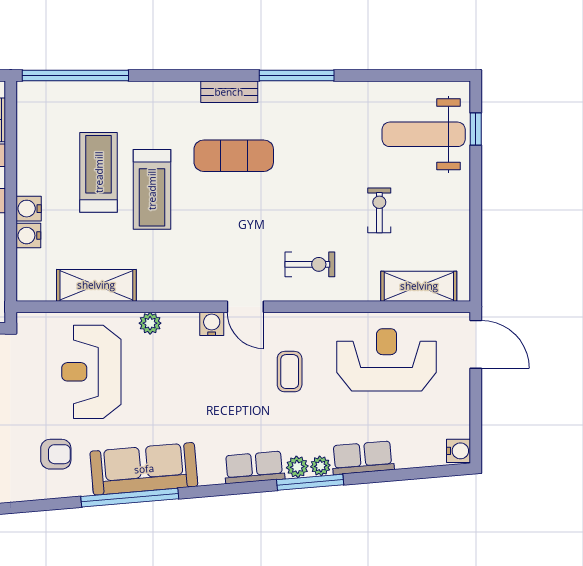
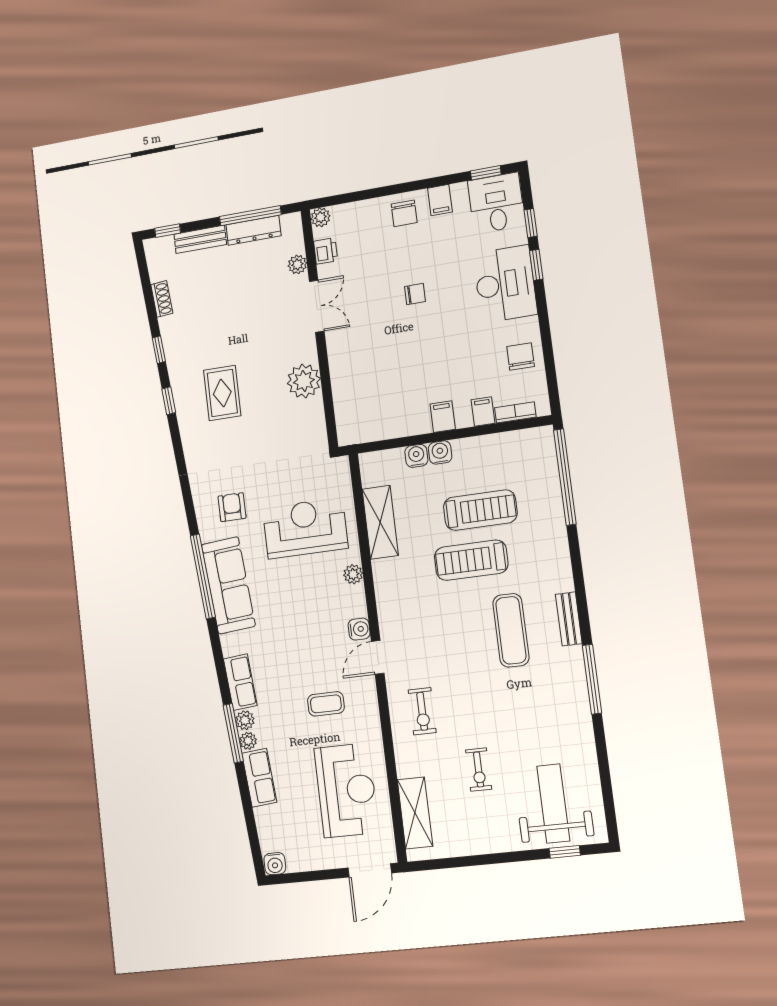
exercise bike: (379, 210) -> (479, 769), turned 90
armchair: (56, 454) -> (232, 507), turned 180

